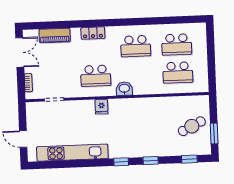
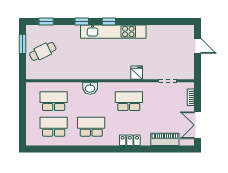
washbasin: (124, 89) -> (90, 88), moved
fridge: (101, 107) -> (137, 73), moved
kitchen unit: (72, 153) -> (113, 32), moved

